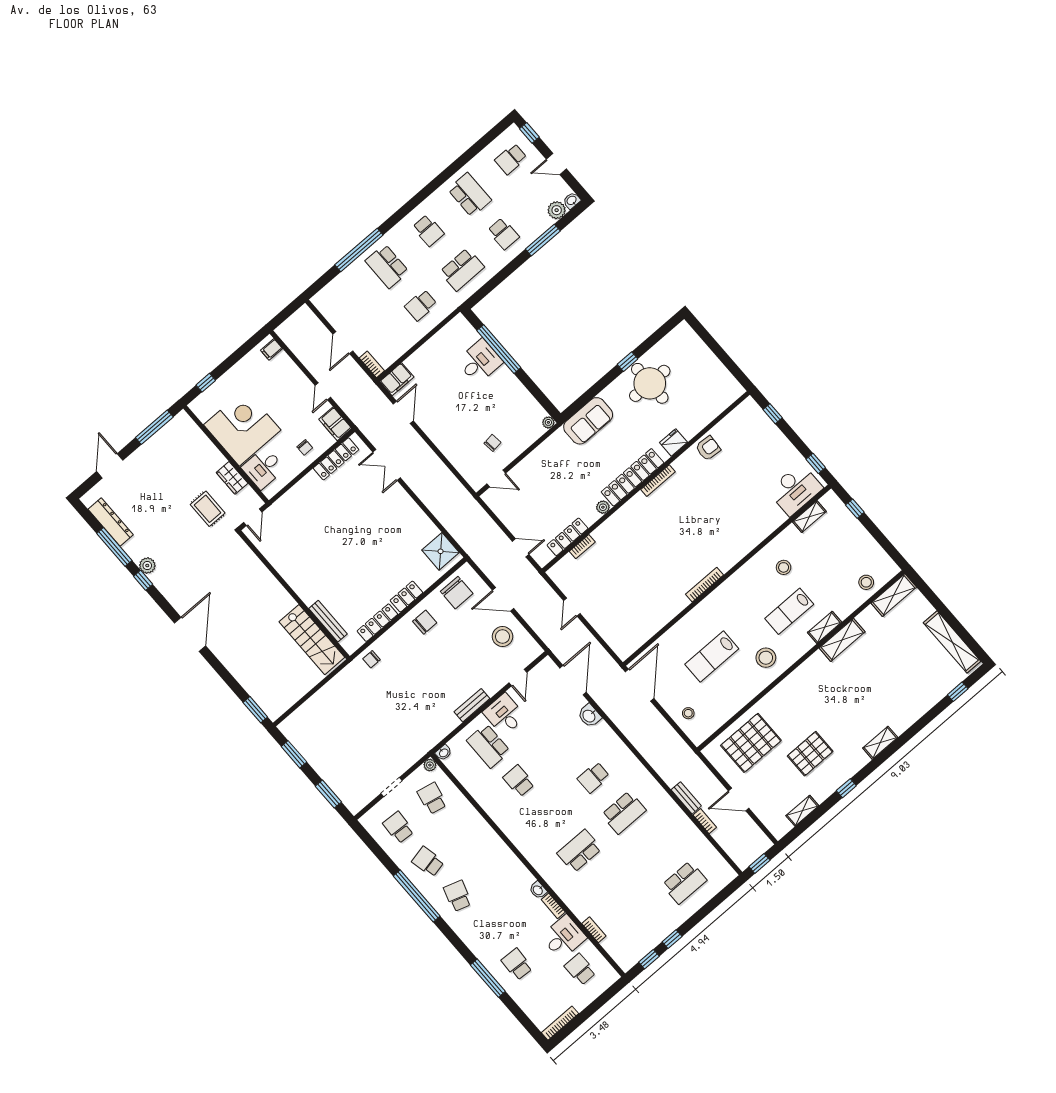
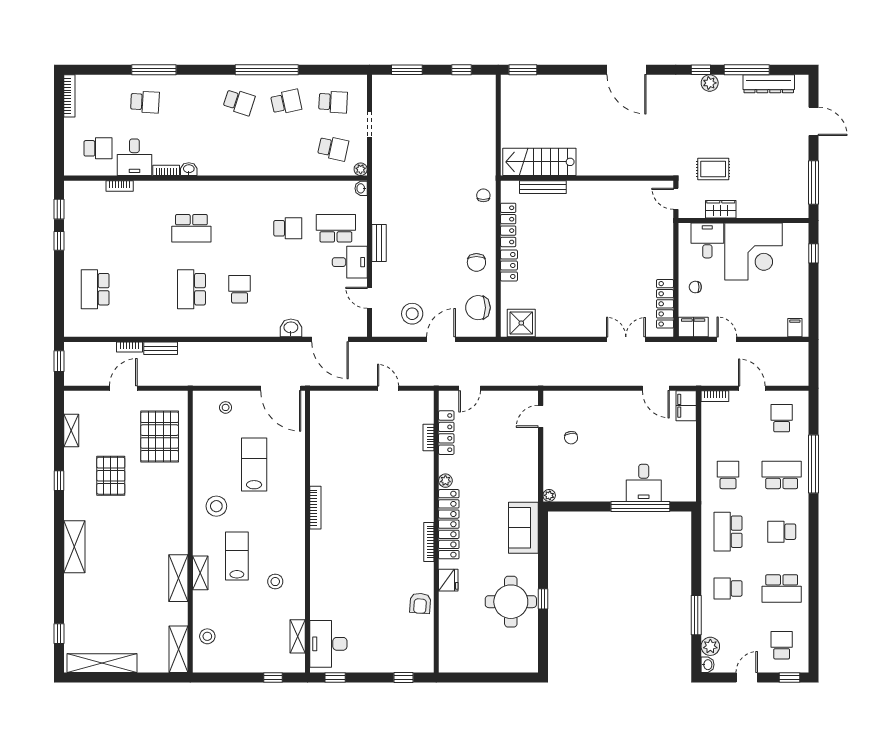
school desk: (346, 302) -> (782, 418), added
shelving: (880, 743) -> (74, 547), width x1.50, depth x1.33
window: (294, 754) -> (462, 70), width x0.67
school desk: (579, 851) -> (191, 228), turned 90

